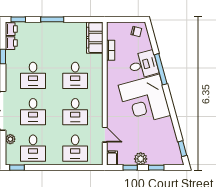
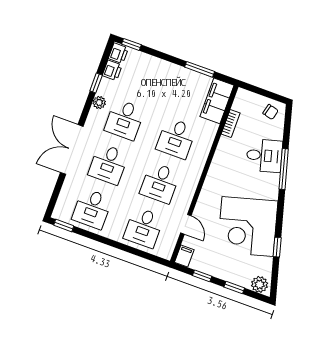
window: (52, 19) -> (200, 69), moved
corner desk: (144, 100) -> (248, 227), moved
plant: (10, 139) -> (99, 102), moved
window: (182, 149) -> (277, 247), moved
plant: (141, 159) -> (260, 284), moved

